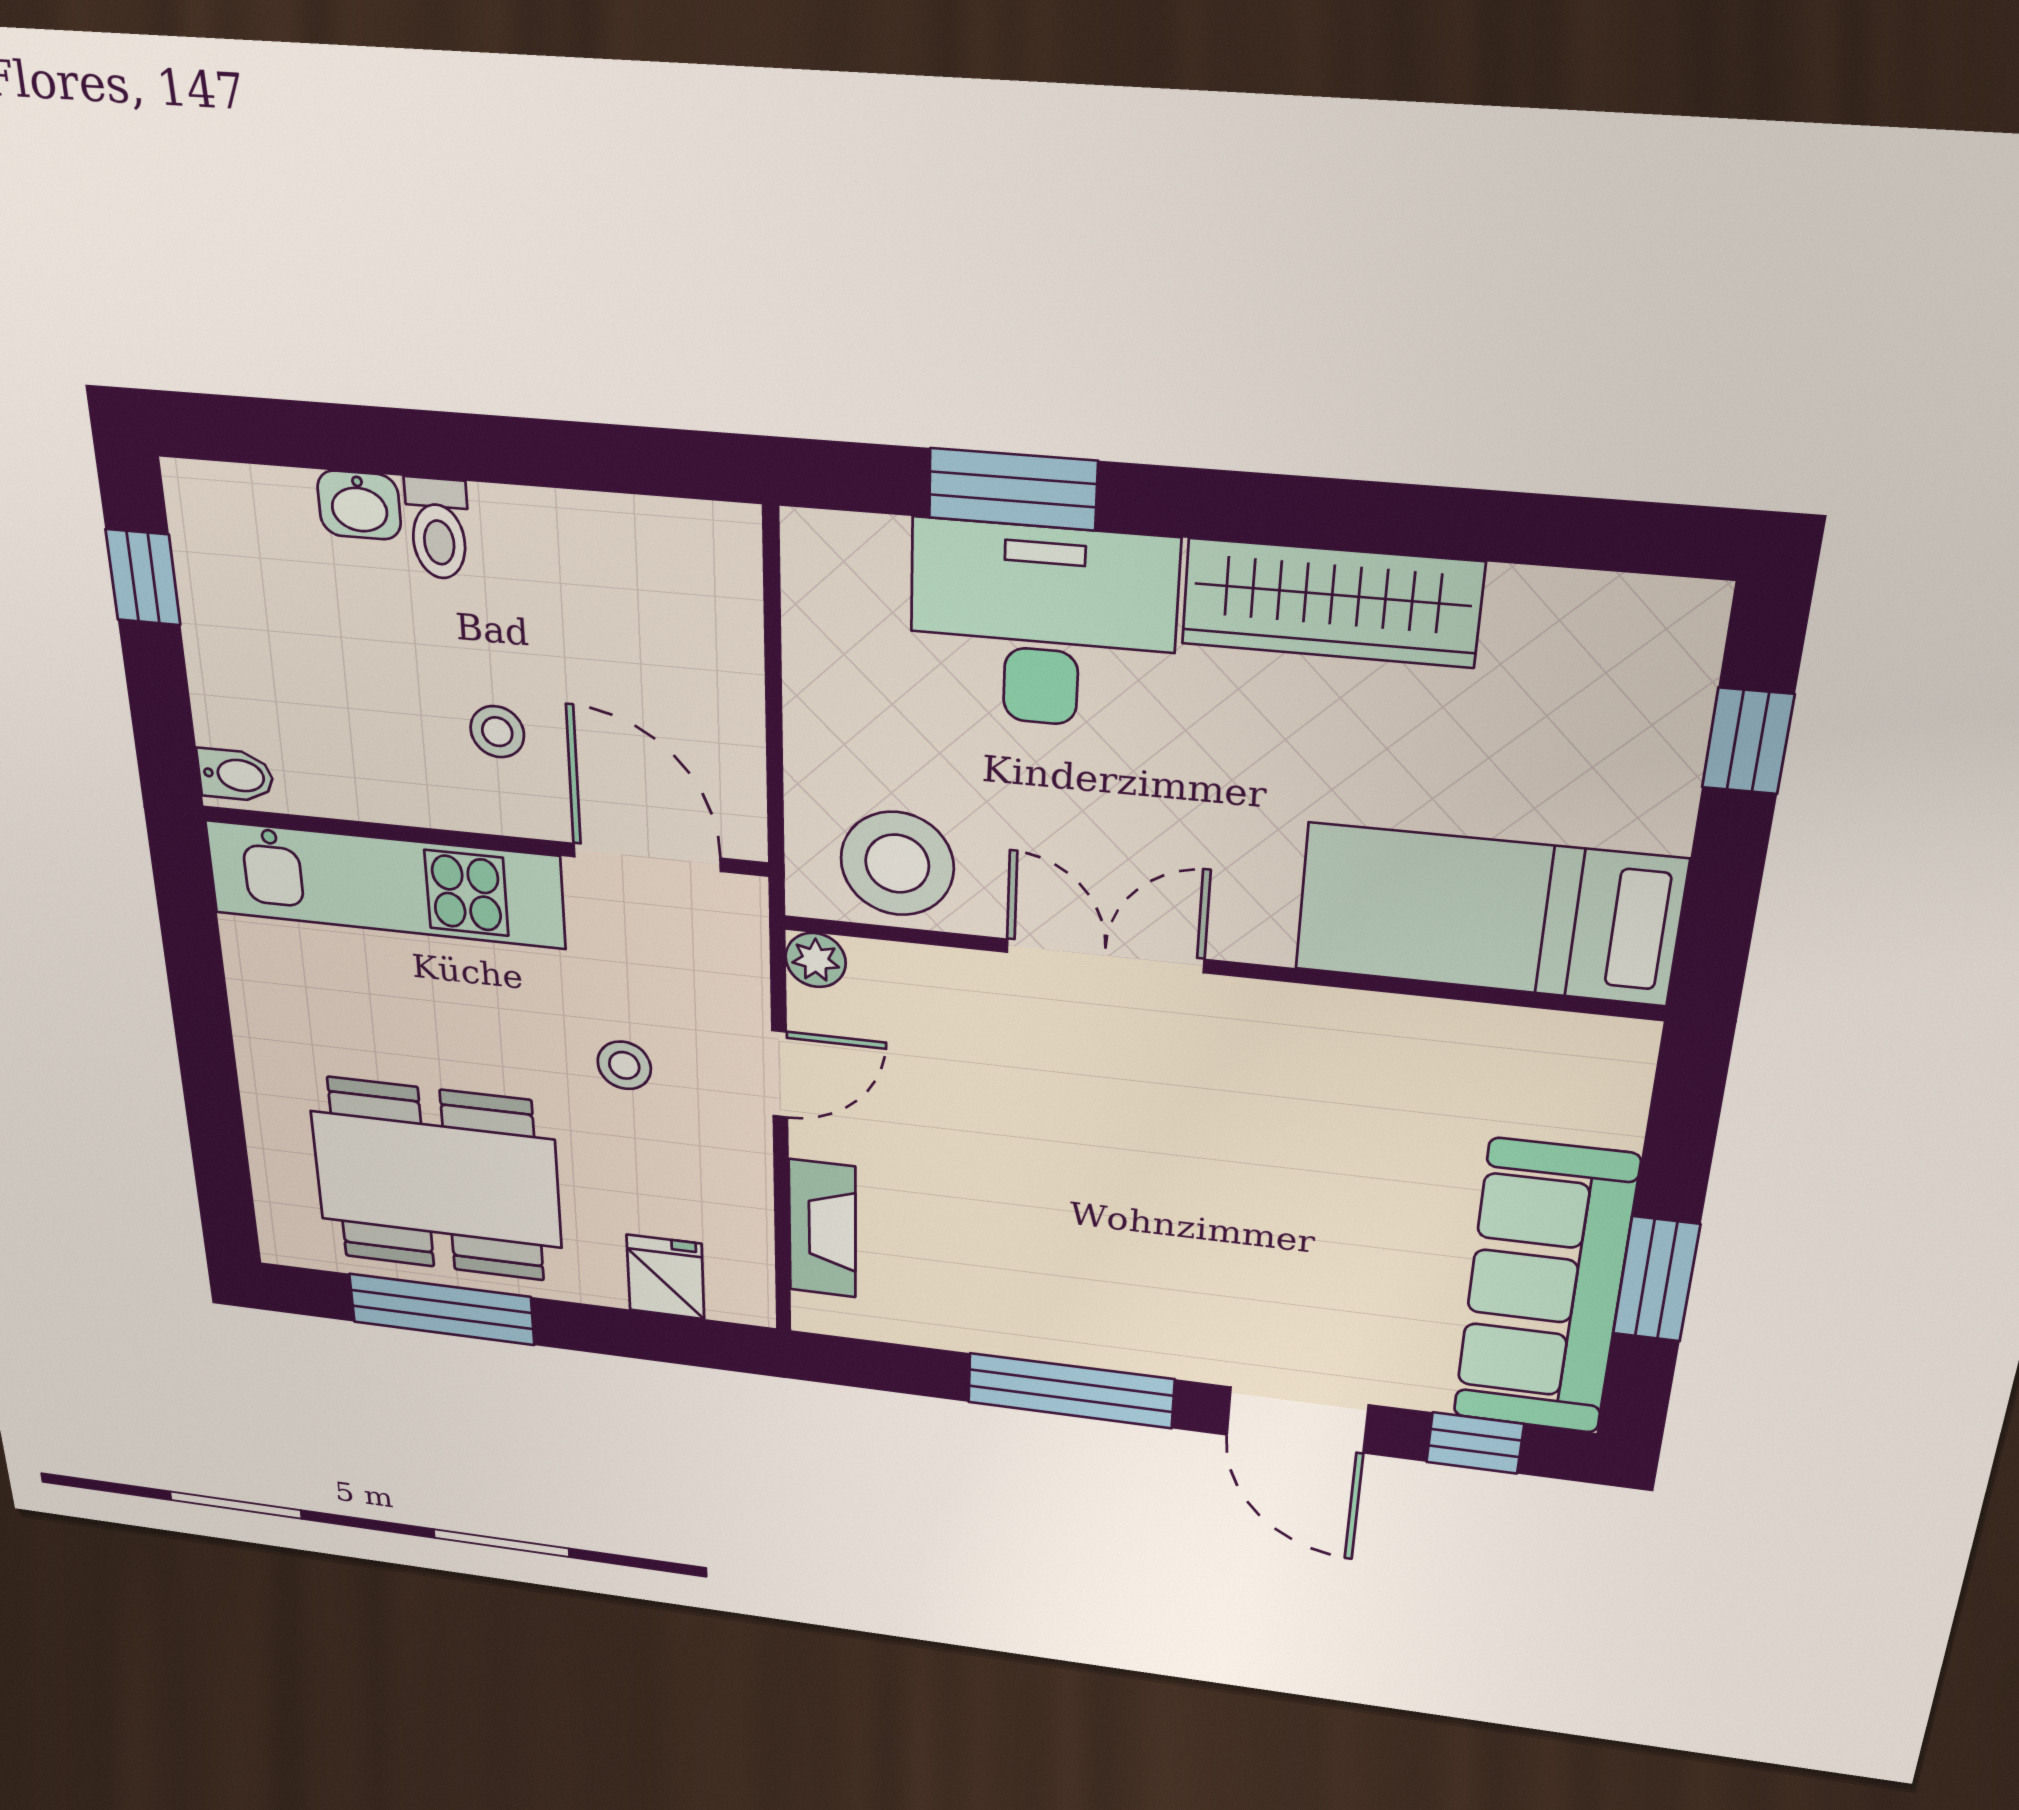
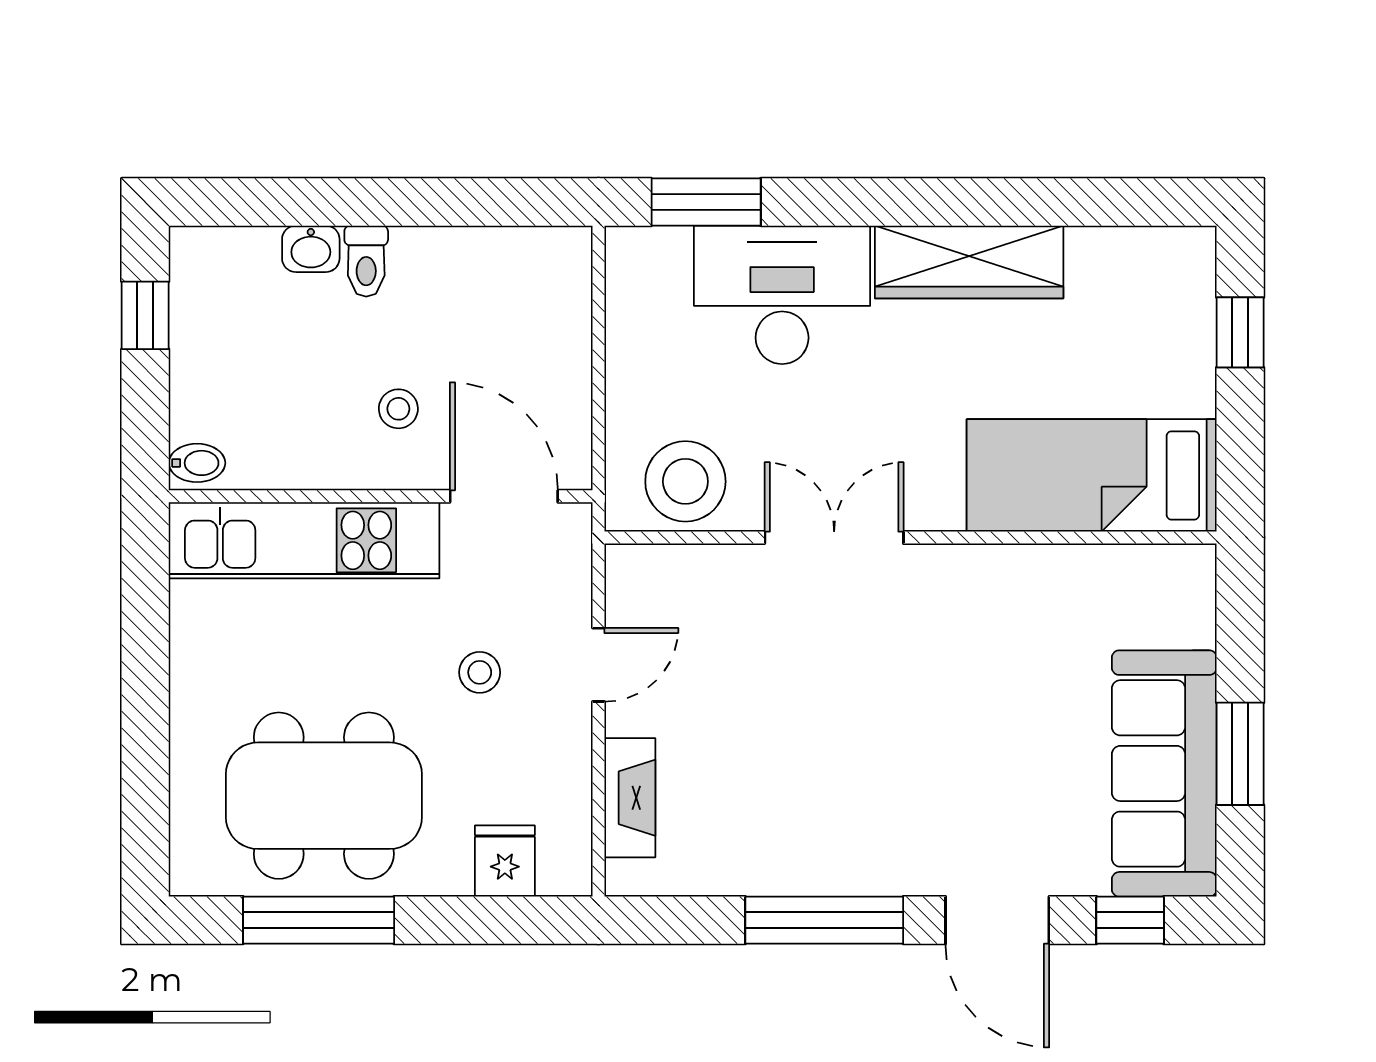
window: (1013, 489) -> (706, 202), moved
plant: (816, 960) -> (626, 565), removed

